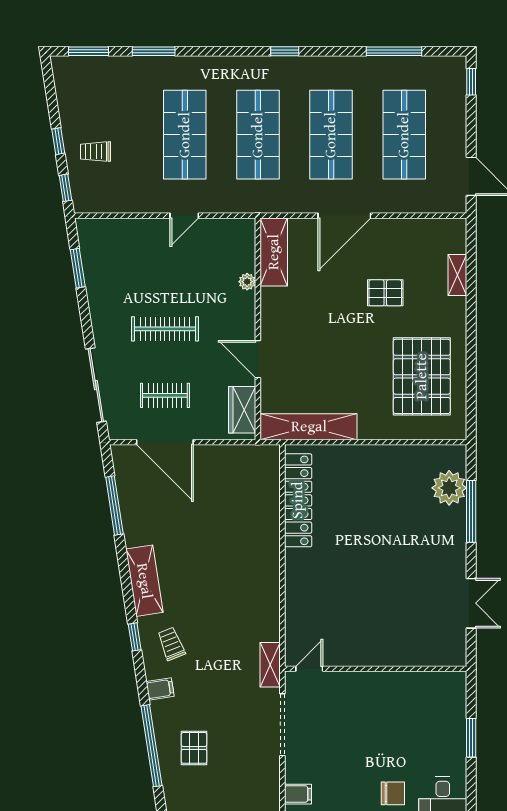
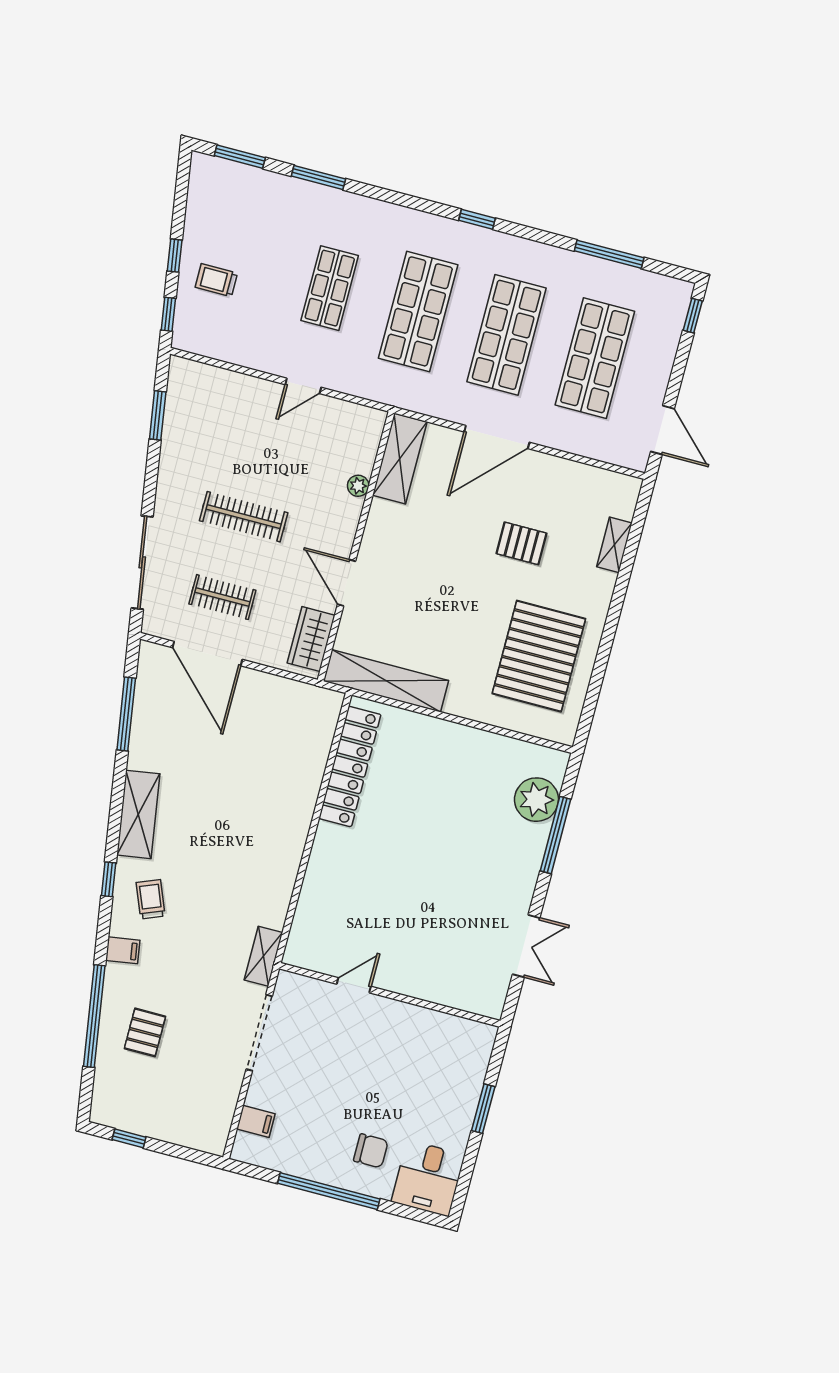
shop shelf: (185, 135) -> (330, 288), width x0.70, depth x0.74
door: (309, 669) -> (354, 985), moved

